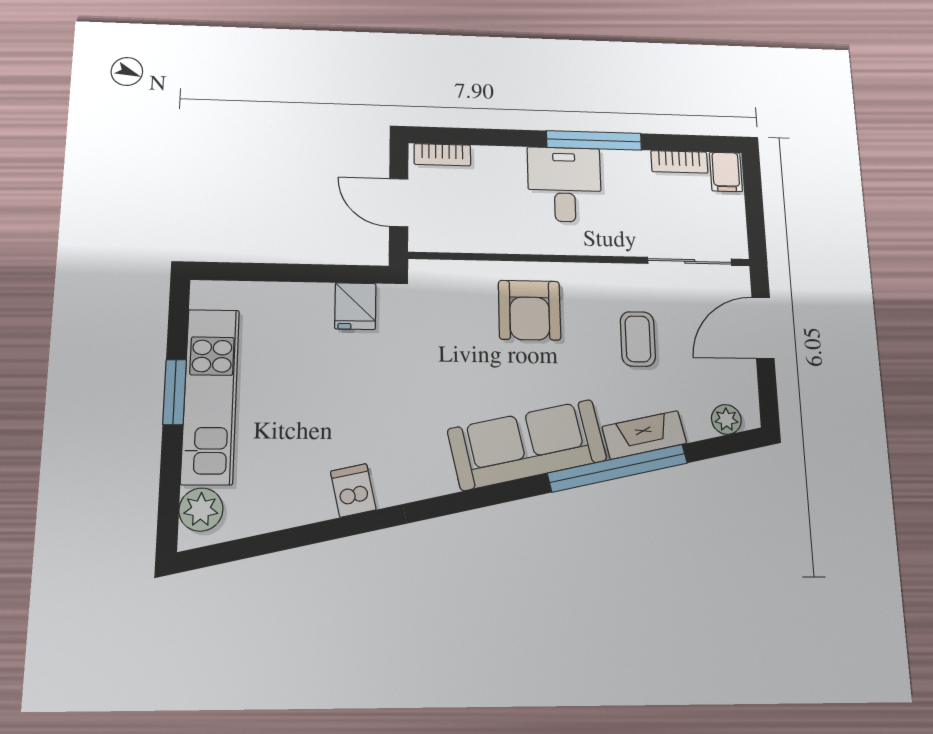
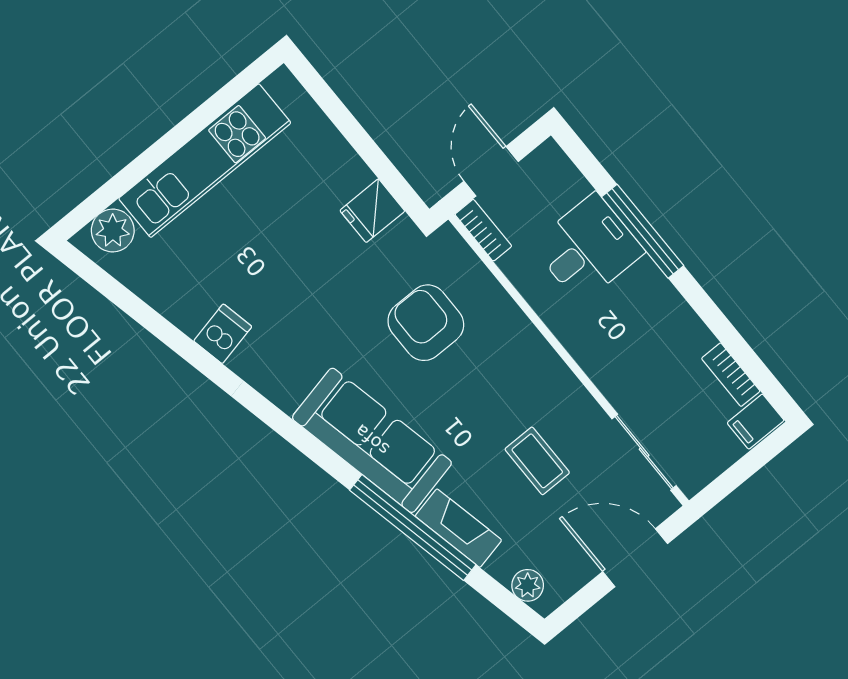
window: (594, 140) -> (643, 231), moved
bookcase: (442, 155) -> (483, 230), moved, turned 180
desk: (564, 184) -> (588, 248), moved
armchair: (529, 310) -> (426, 323), moved, turned 90
coffee table: (638, 339) -> (537, 461), turned 90
window: (175, 392) -> (185, 131), removed

